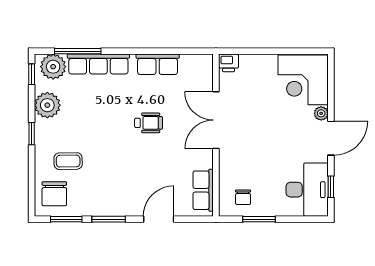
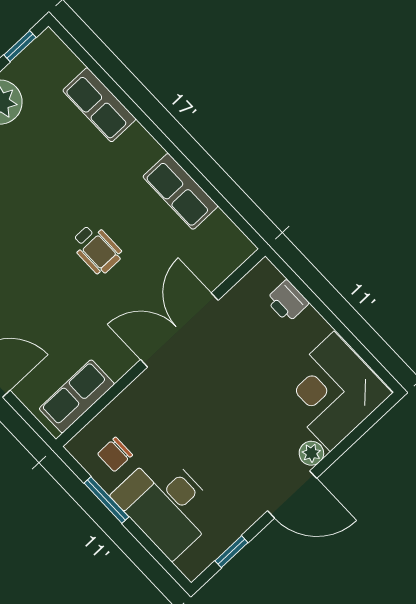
window: (78, 51) -> (103, 77), removed
printer: (229, 63) -> (287, 301), moved
row of seats: (98, 64) -> (99, 105), width x0.68
plant: (53, 67) -> (55, 64), removed
desk: (307, 190) -> (167, 504), moved, turned 90

